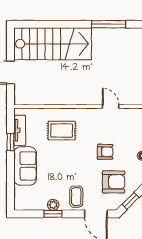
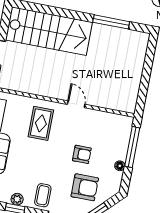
door: (111, 107) -> (76, 104), moved
rug: (62, 131) -> (41, 123), turned 90

